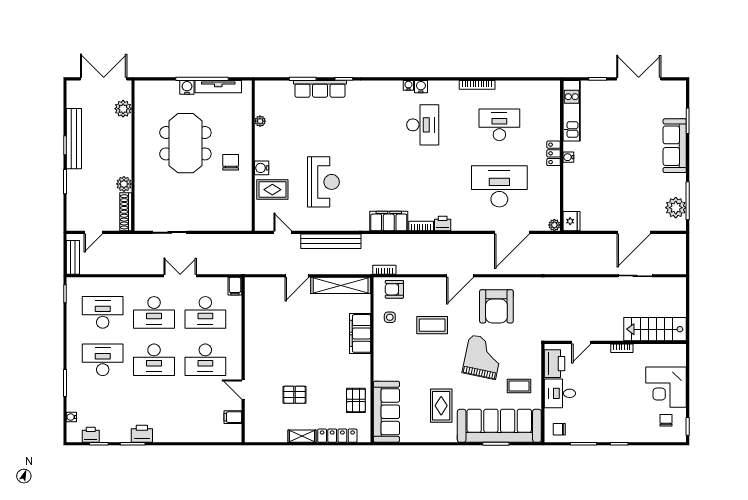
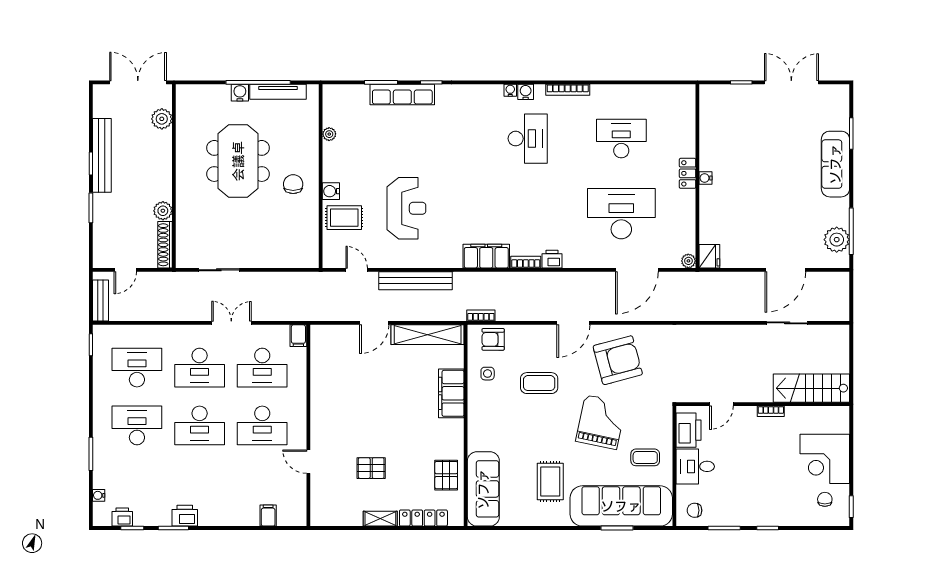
bookcase: (477, 85) -> (568, 90), moved
kitchen unit: (572, 111) -> (710, 121), removed
armchair: (496, 306) -> (618, 360), turned -105
filing cabinet: (233, 417) -> (268, 516), moved, turned 90

